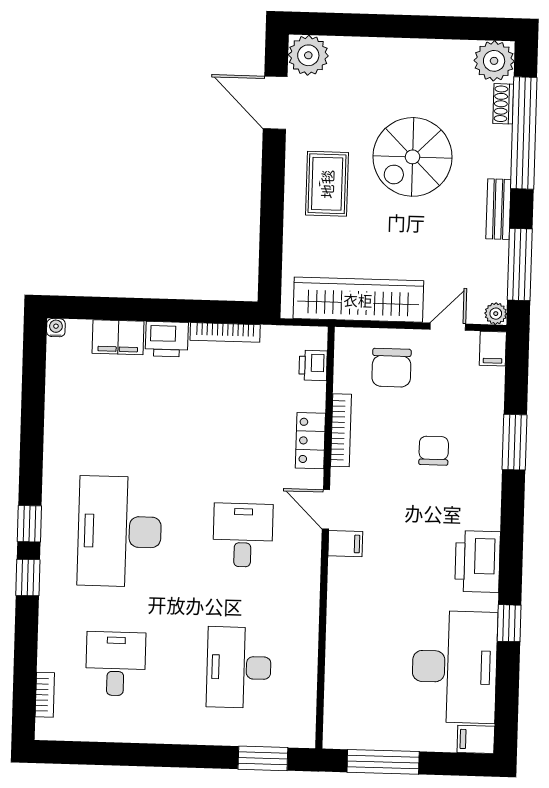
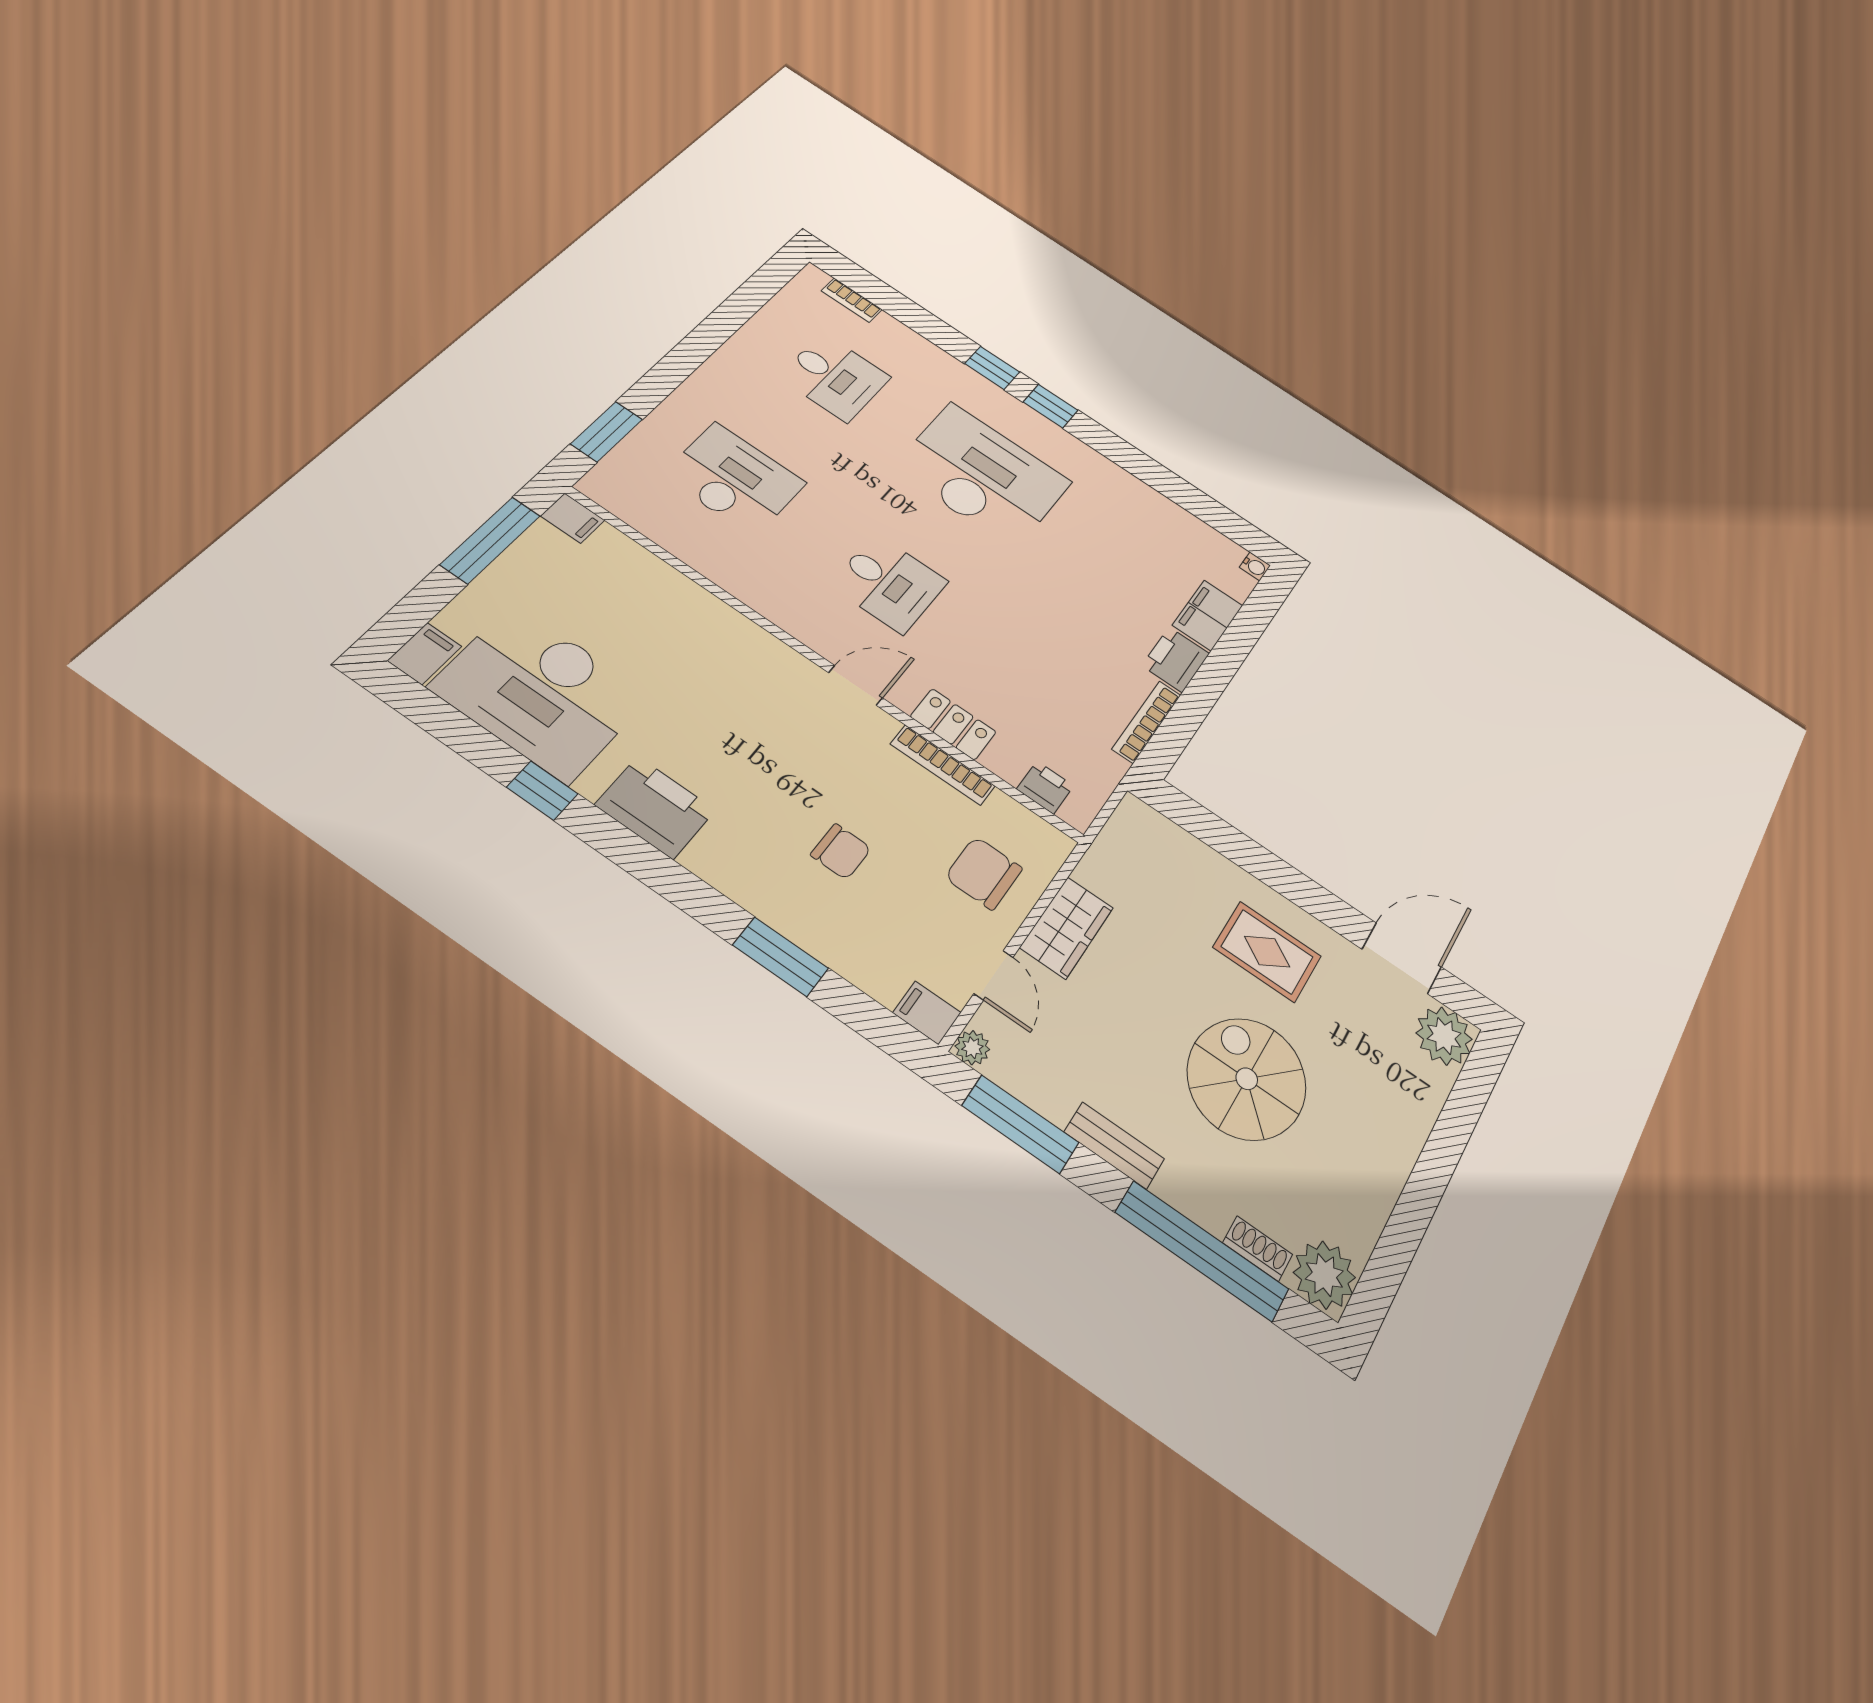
wardrobe: (358, 300) -> (1067, 928), width x0.48, depth x0.85
filing cabinet: (345, 544) -> (573, 518), moved, turned -90

